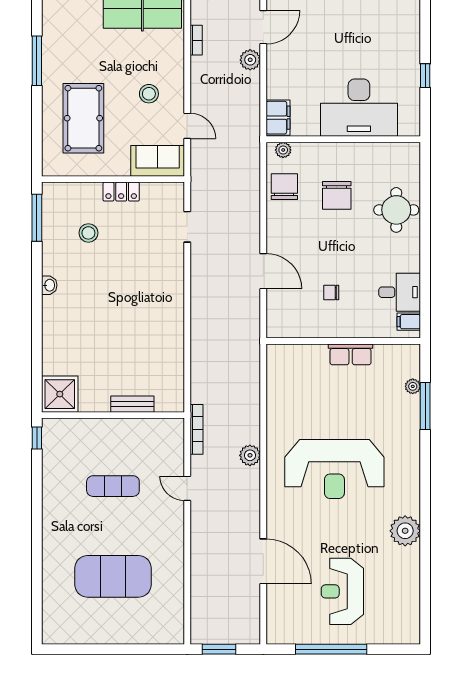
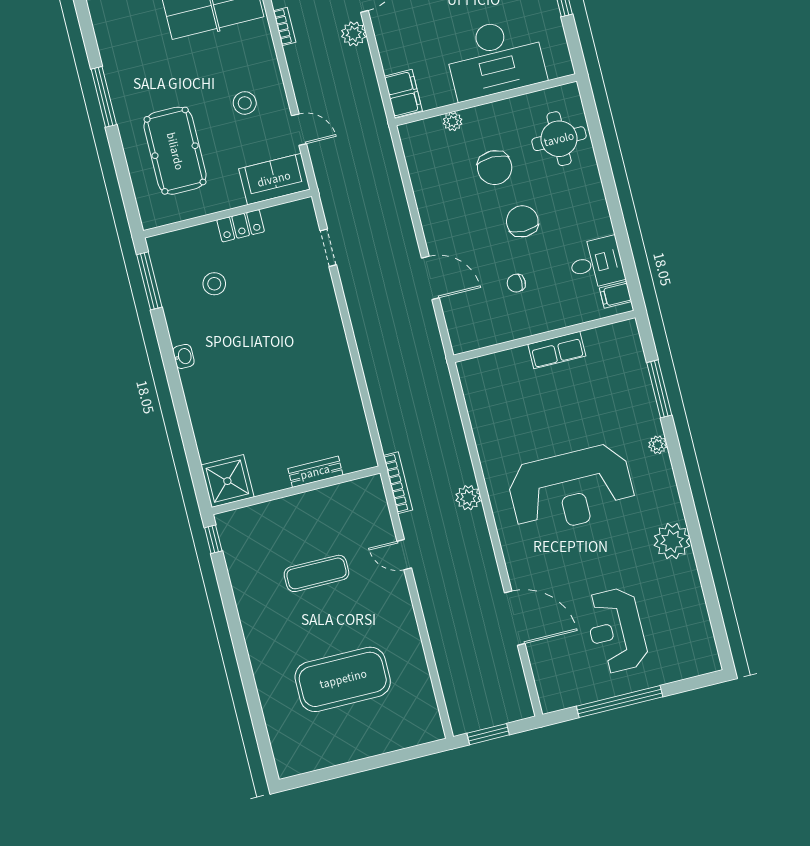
plant: (283, 150) -> (453, 121), moved
chair: (284, 187) -> (522, 221), moved
round table: (396, 210) -> (559, 139), moved
plant: (413, 386) -> (658, 445), moved

